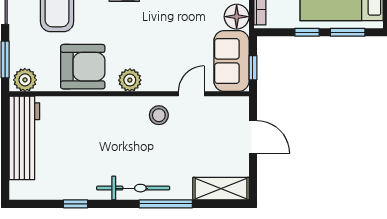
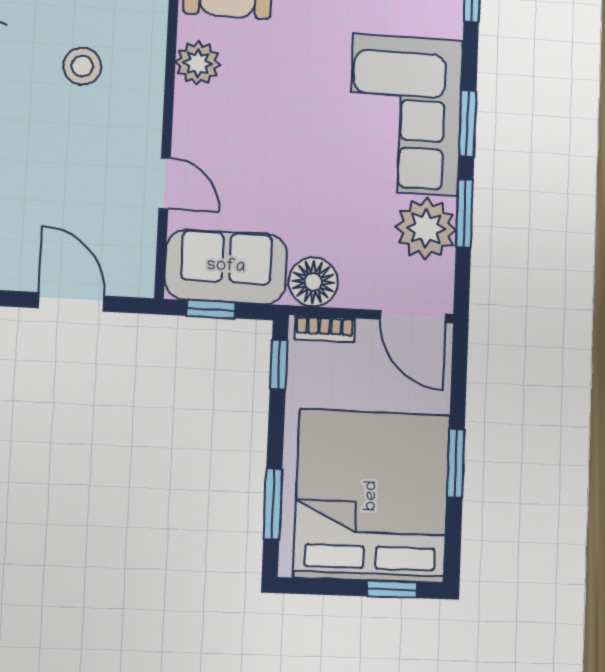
window: (307, 32) -> (279, 365), moved
stool: (159, 115) -> (82, 66), moved
door: (253, 137) -> (71, 302), swing flipped

